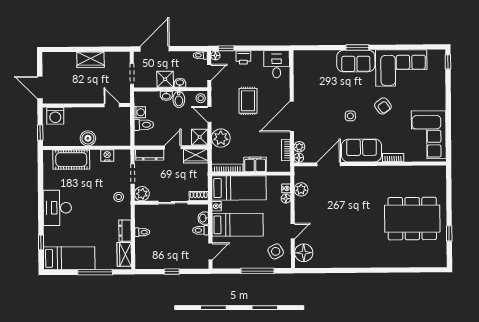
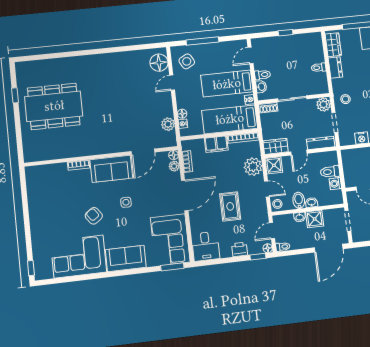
window: (357, 47) -> (172, 267), moved
corner sofa: (429, 135) -> (170, 240), moved, turned 180

